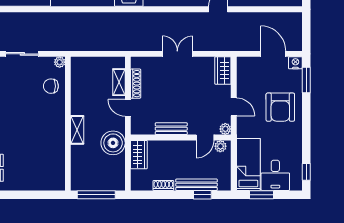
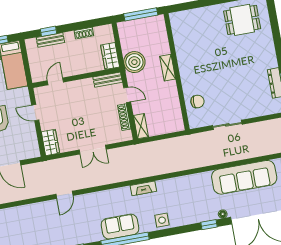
plant: (60, 62) -> (194, 124), removed
shelving: (119, 82) -> (141, 126), moved
bench: (171, 129) -> (108, 80), moved
plant: (225, 129) -> (39, 92), removed
plant: (220, 146) -> (41, 76), removed
bench: (197, 185) -> (50, 40), width x0.73

